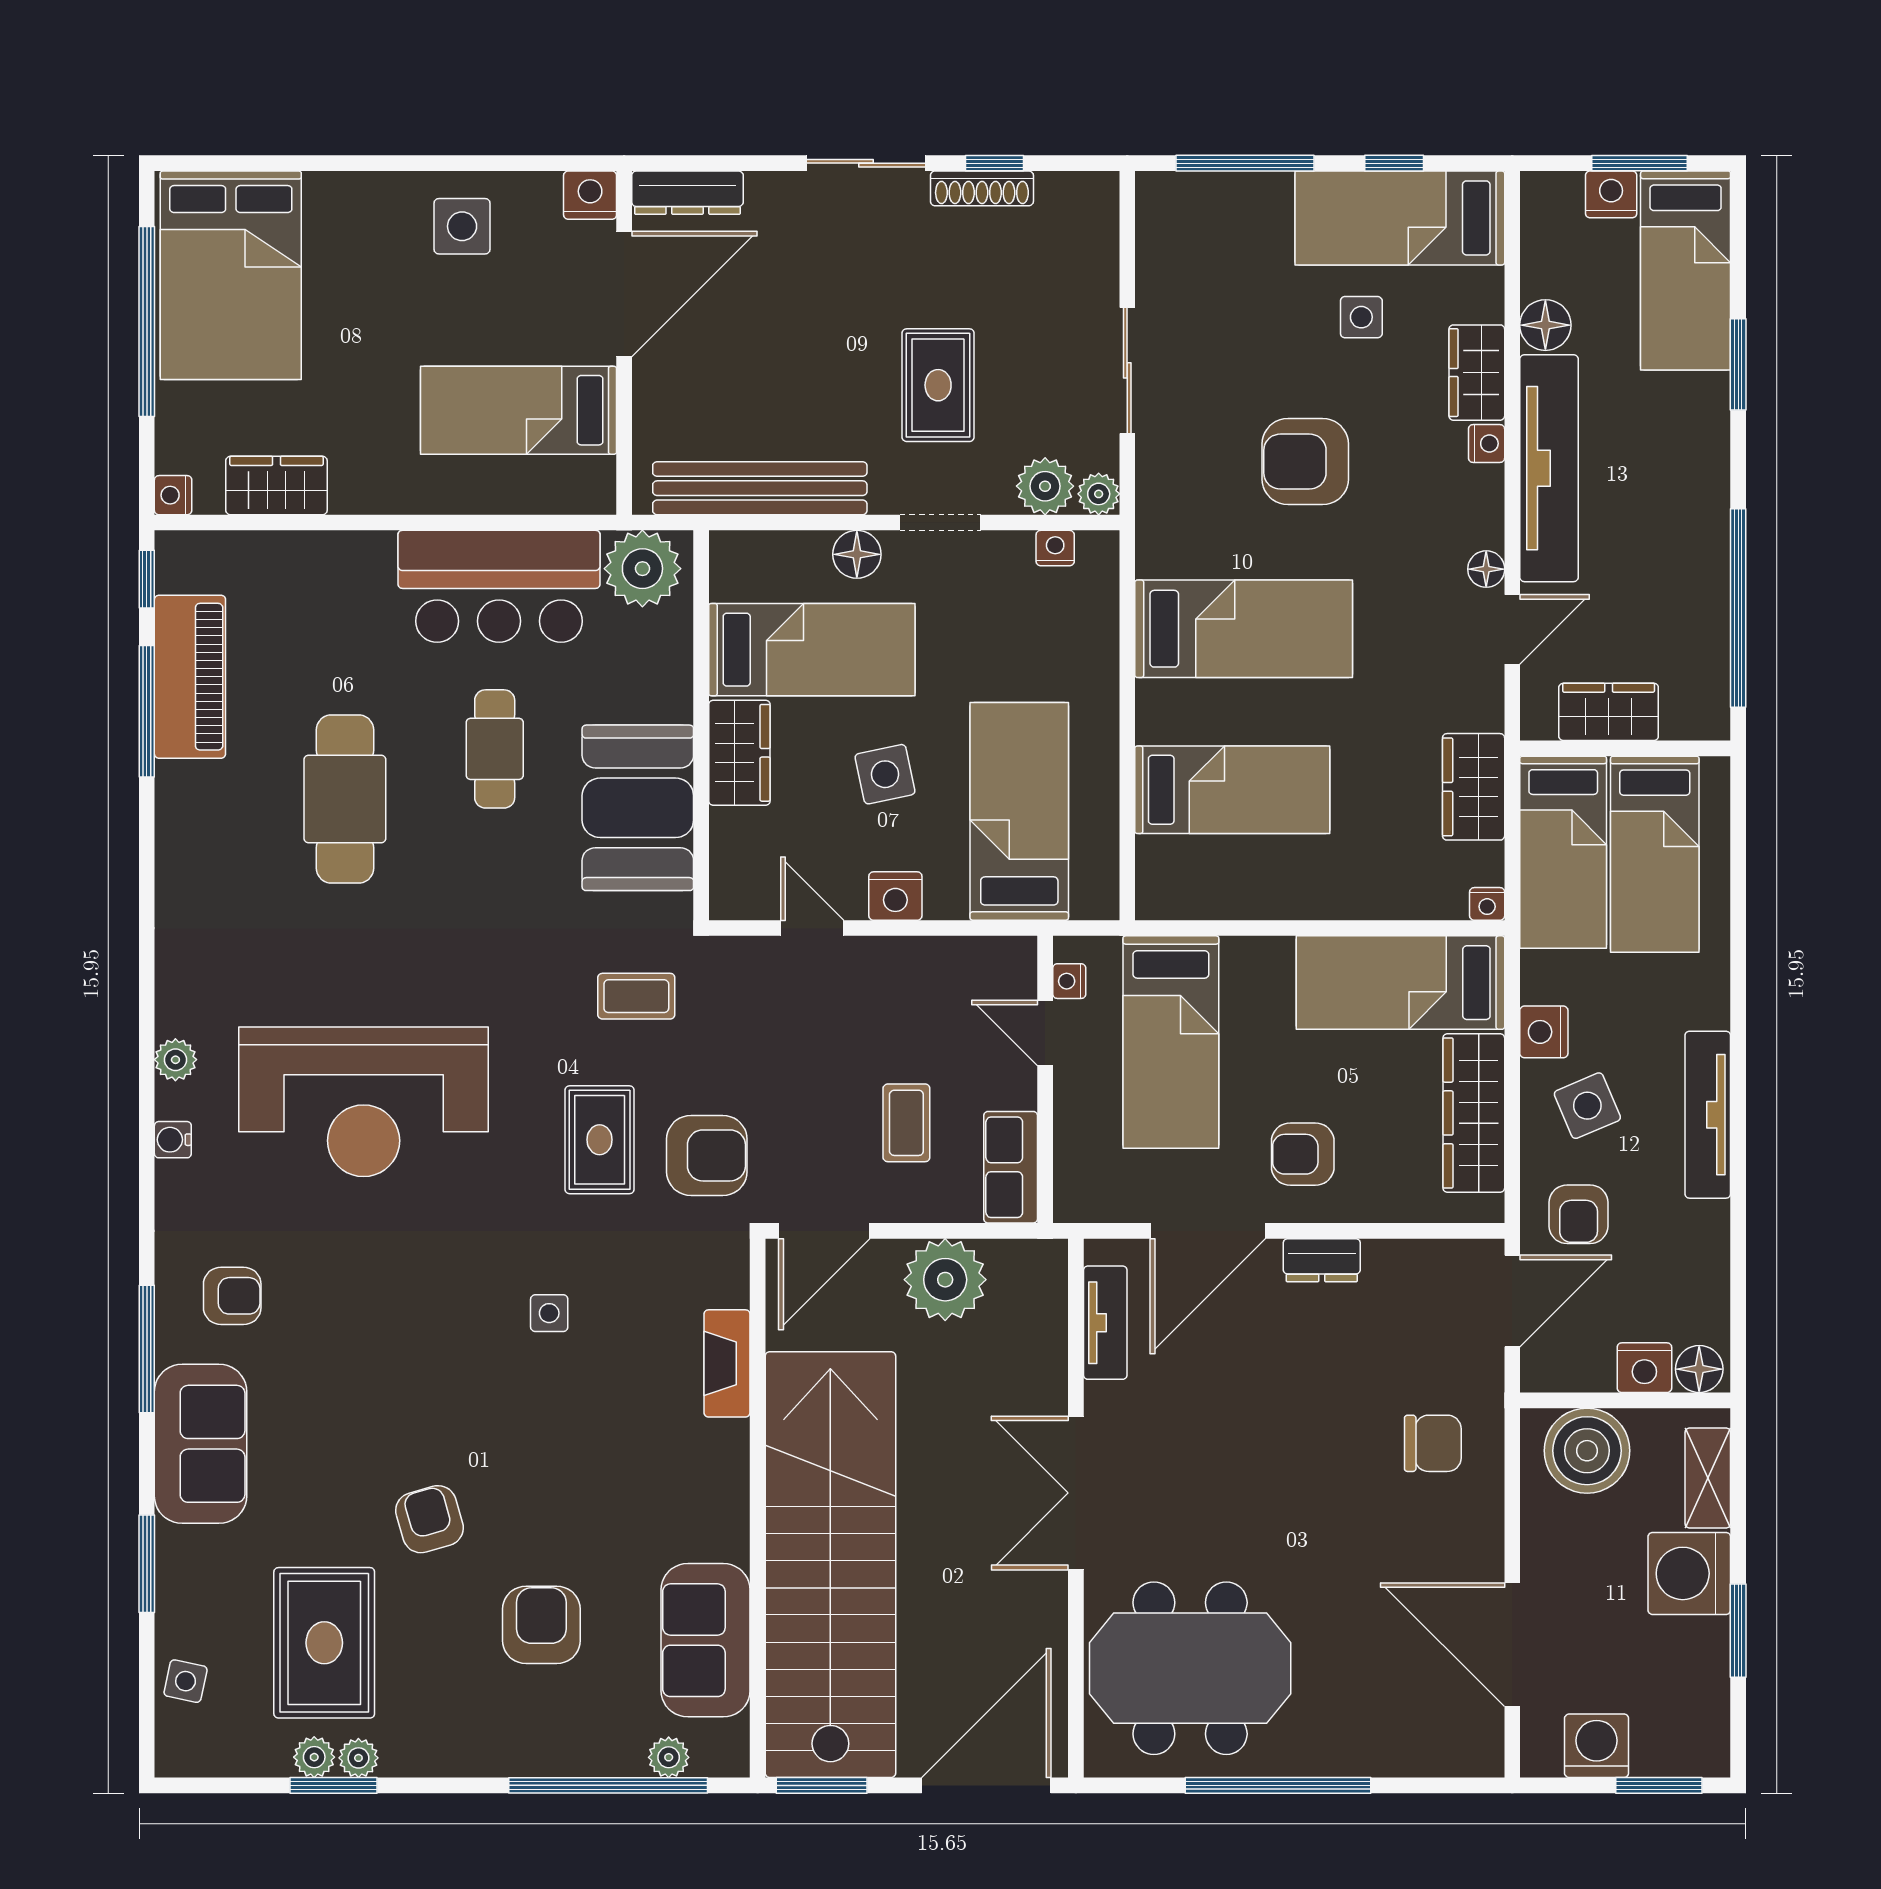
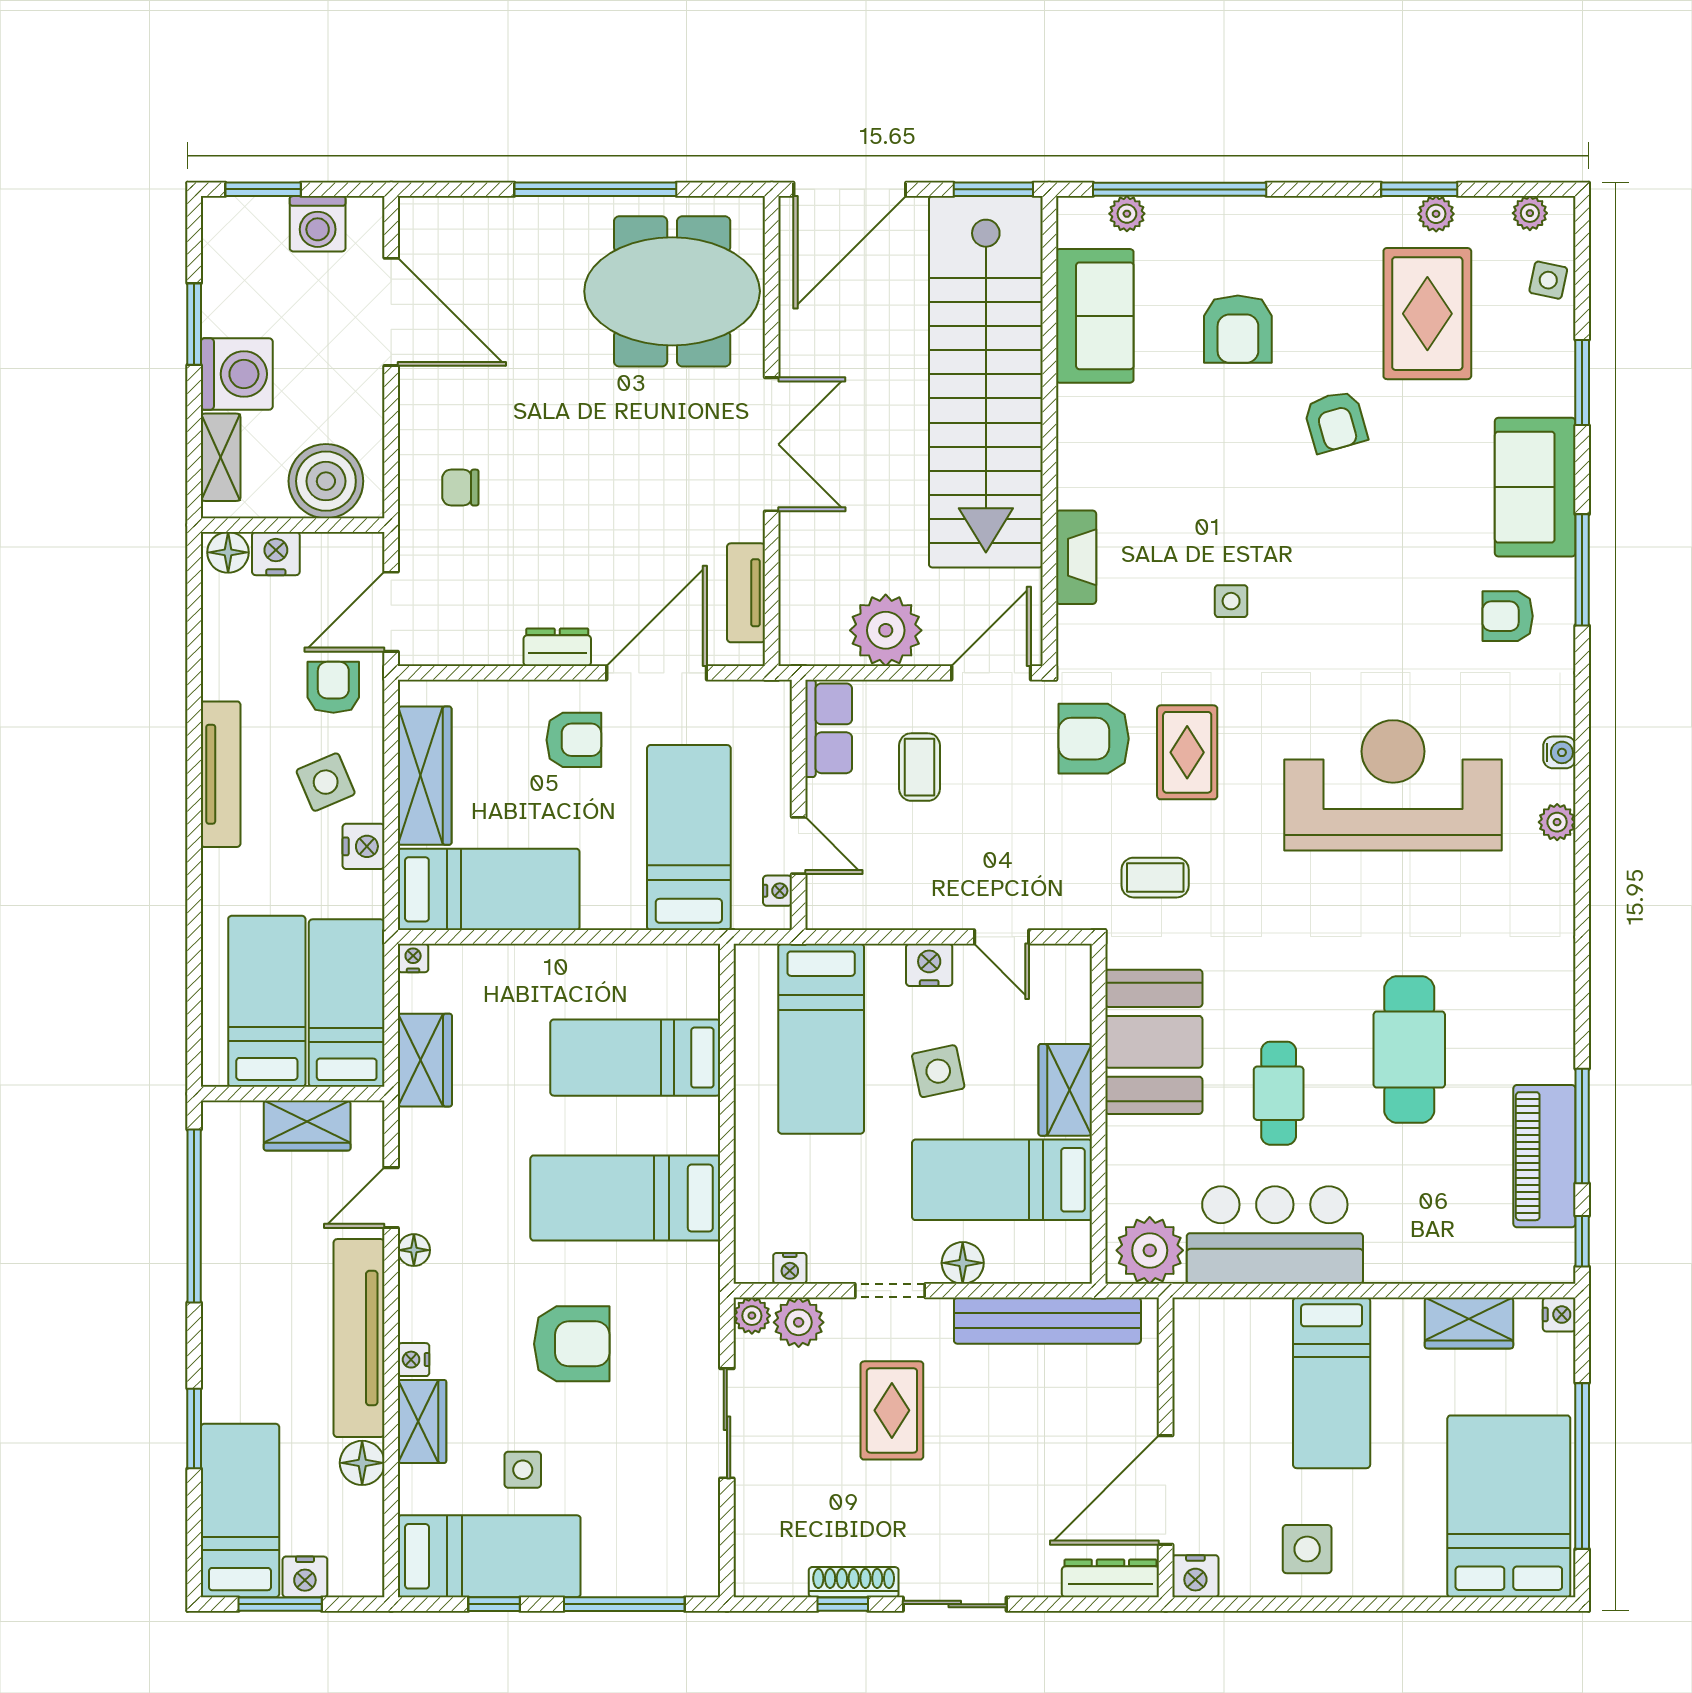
bed: (518, 410) -> (1332, 1383), moved, turned 90
chair: (1433, 1443) -> (460, 488), width x0.73, depth x0.73
plant: (358, 1758) -> (1530, 213), moved

